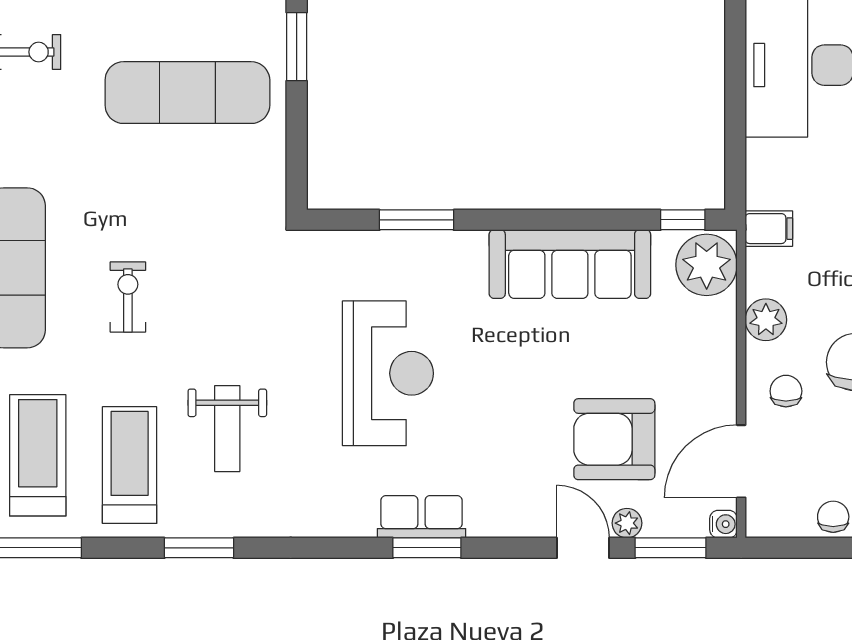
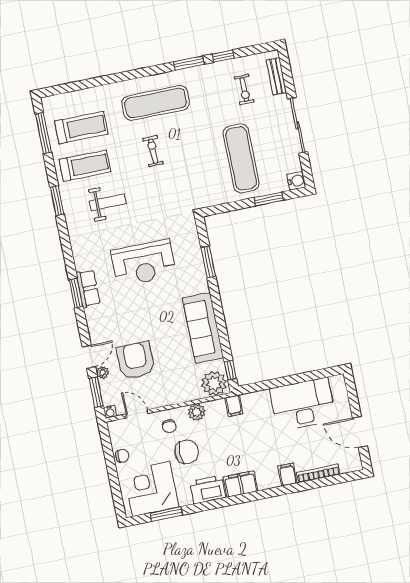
exercise bike: (128, 297) -> (153, 151), turned -91
chair: (786, 391) -> (169, 426), turned 90
weight bench: (227, 429) -> (108, 202), turned 180
door: (741, 461) -> (137, 414), width x0.73

